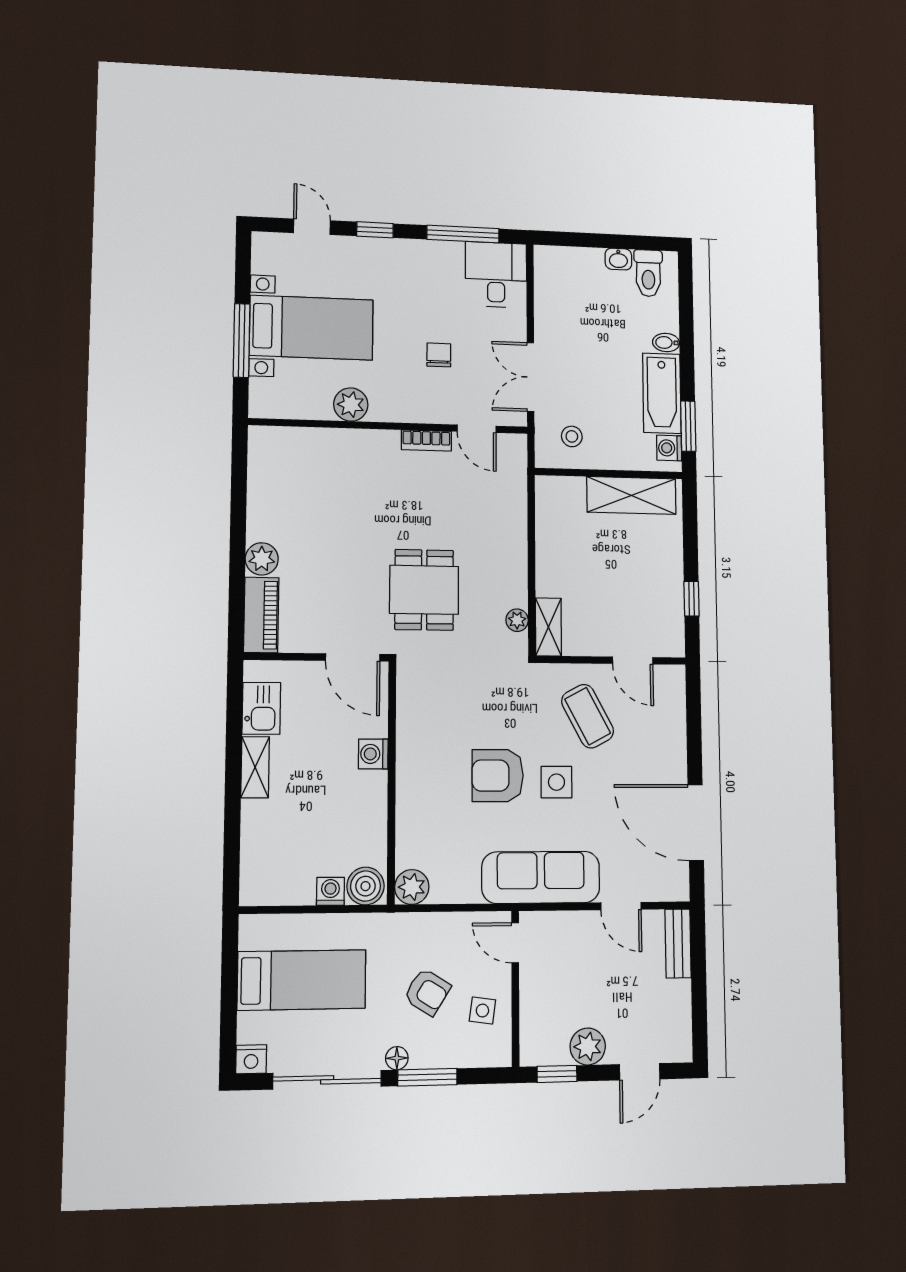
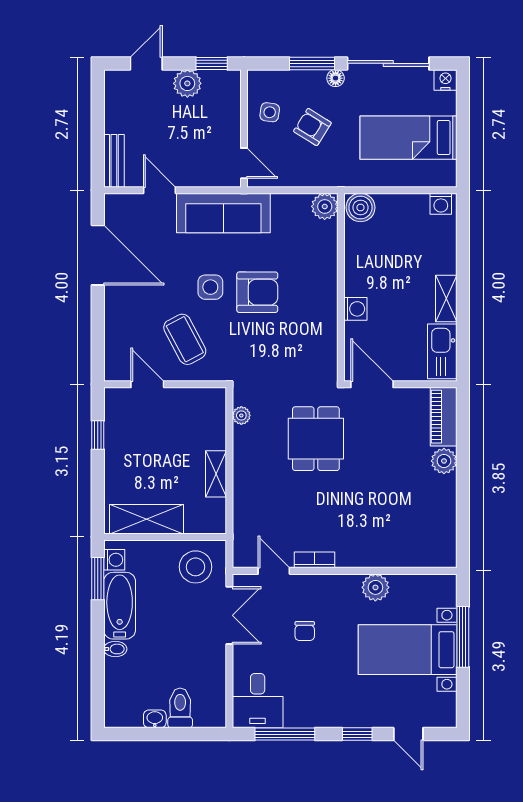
toilet: (648, 273) -> (180, 708), moved
stool: (572, 436) -> (196, 567), width x1.89, depth x1.89
shelving: (548, 627) -> (216, 474), moved
kitchen sink: (261, 708) -> (442, 351), width x1.38
washing machine: (330, 891) -> (441, 204), moved

